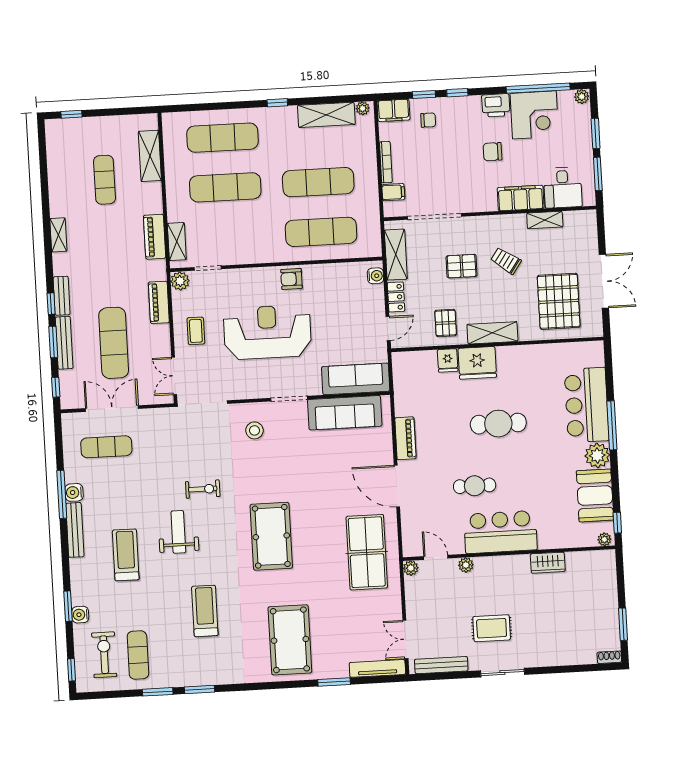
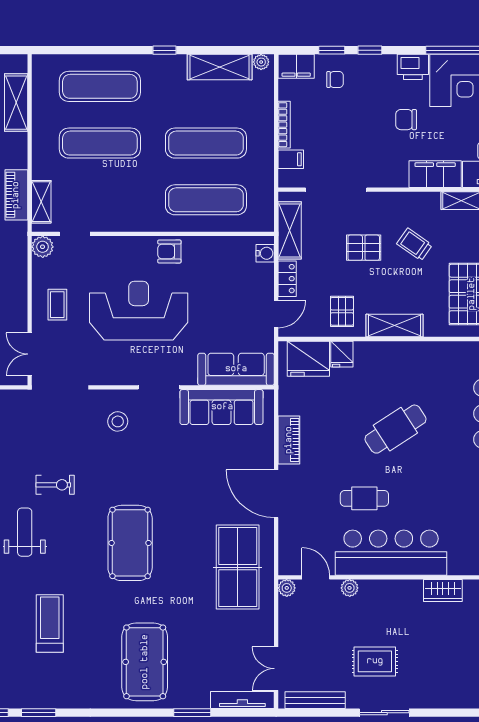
piano: (159, 302) -> (17, 270), removed
fridge: (477, 363) -> (308, 359), moved
cafe table: (498, 424) -> (395, 429), turned -33
bar counter: (500, 532) -> (391, 553), width x1.36

